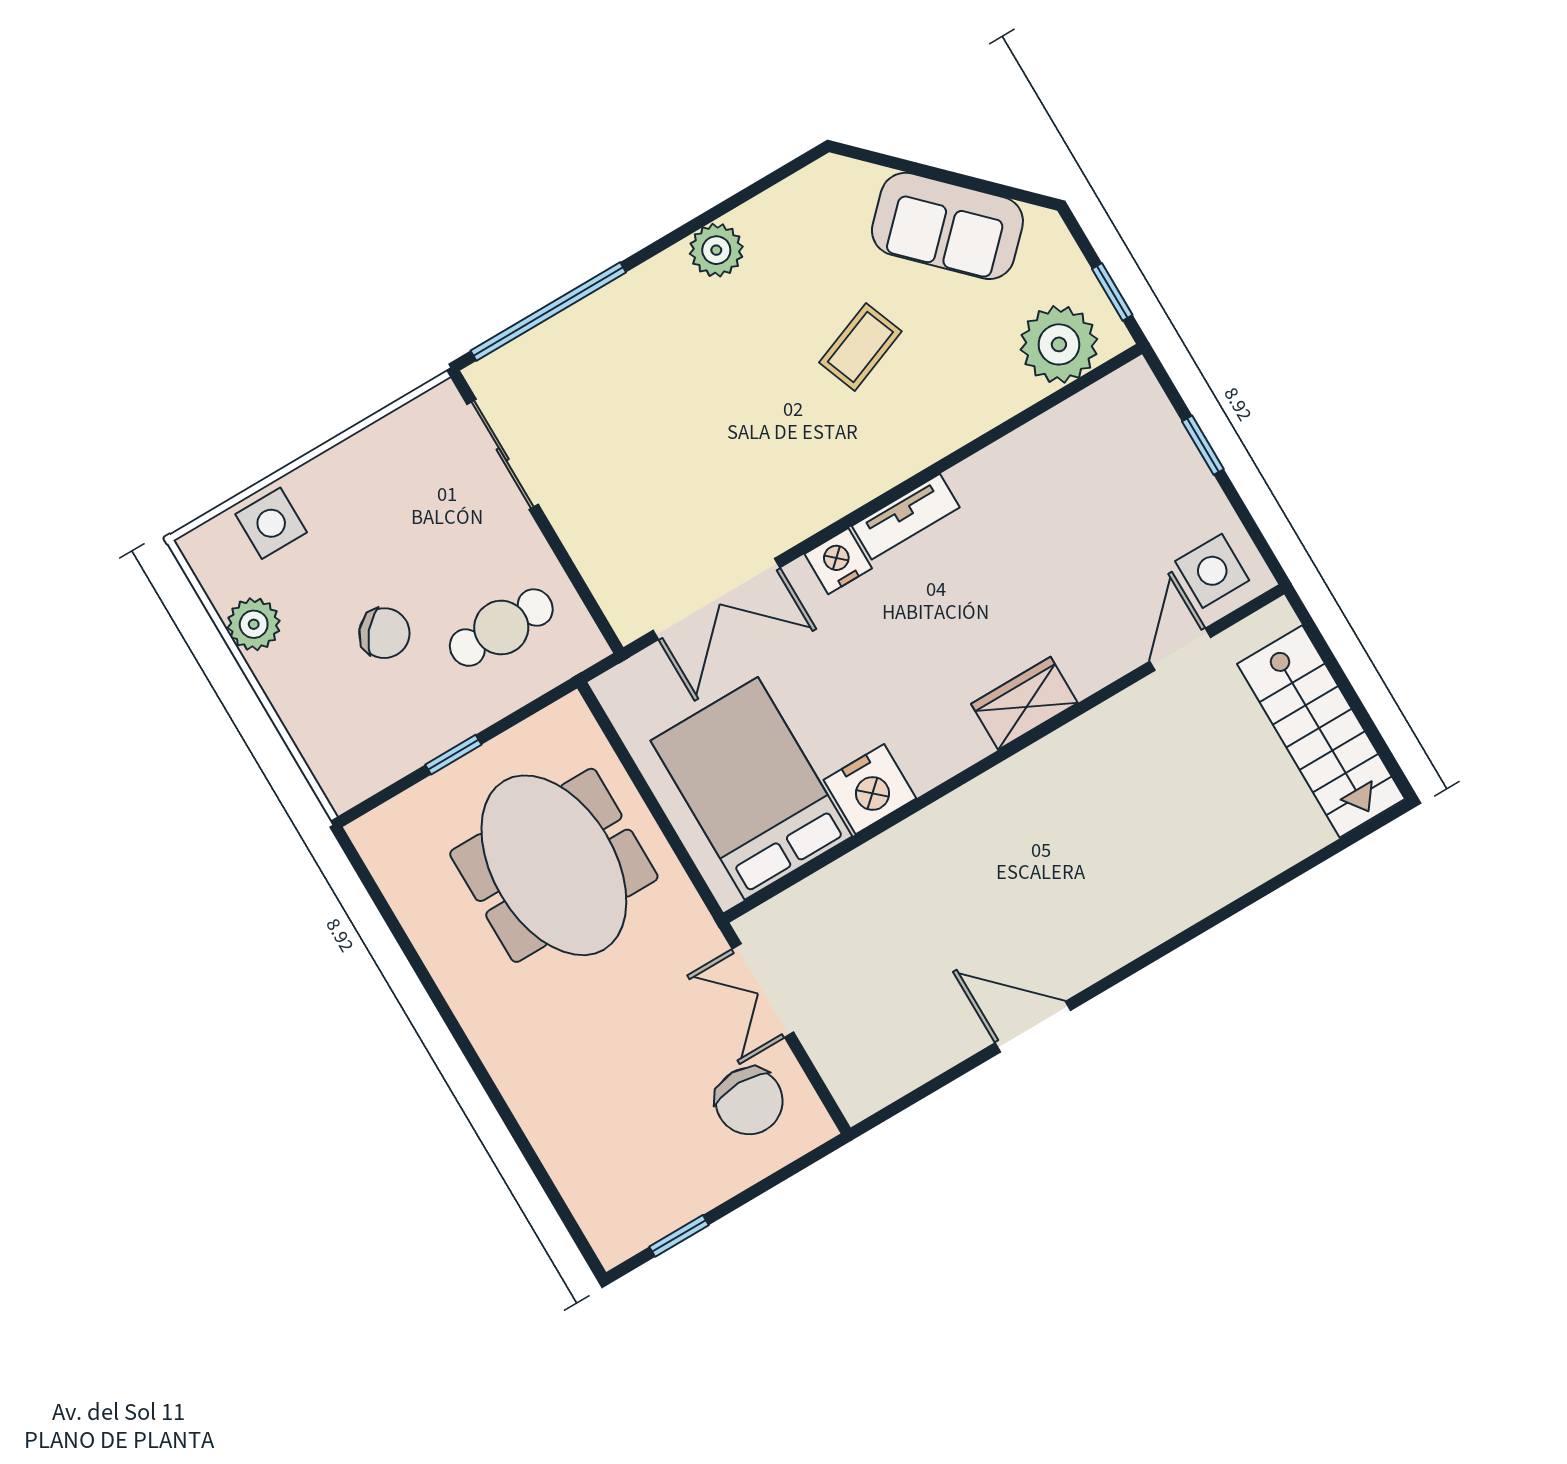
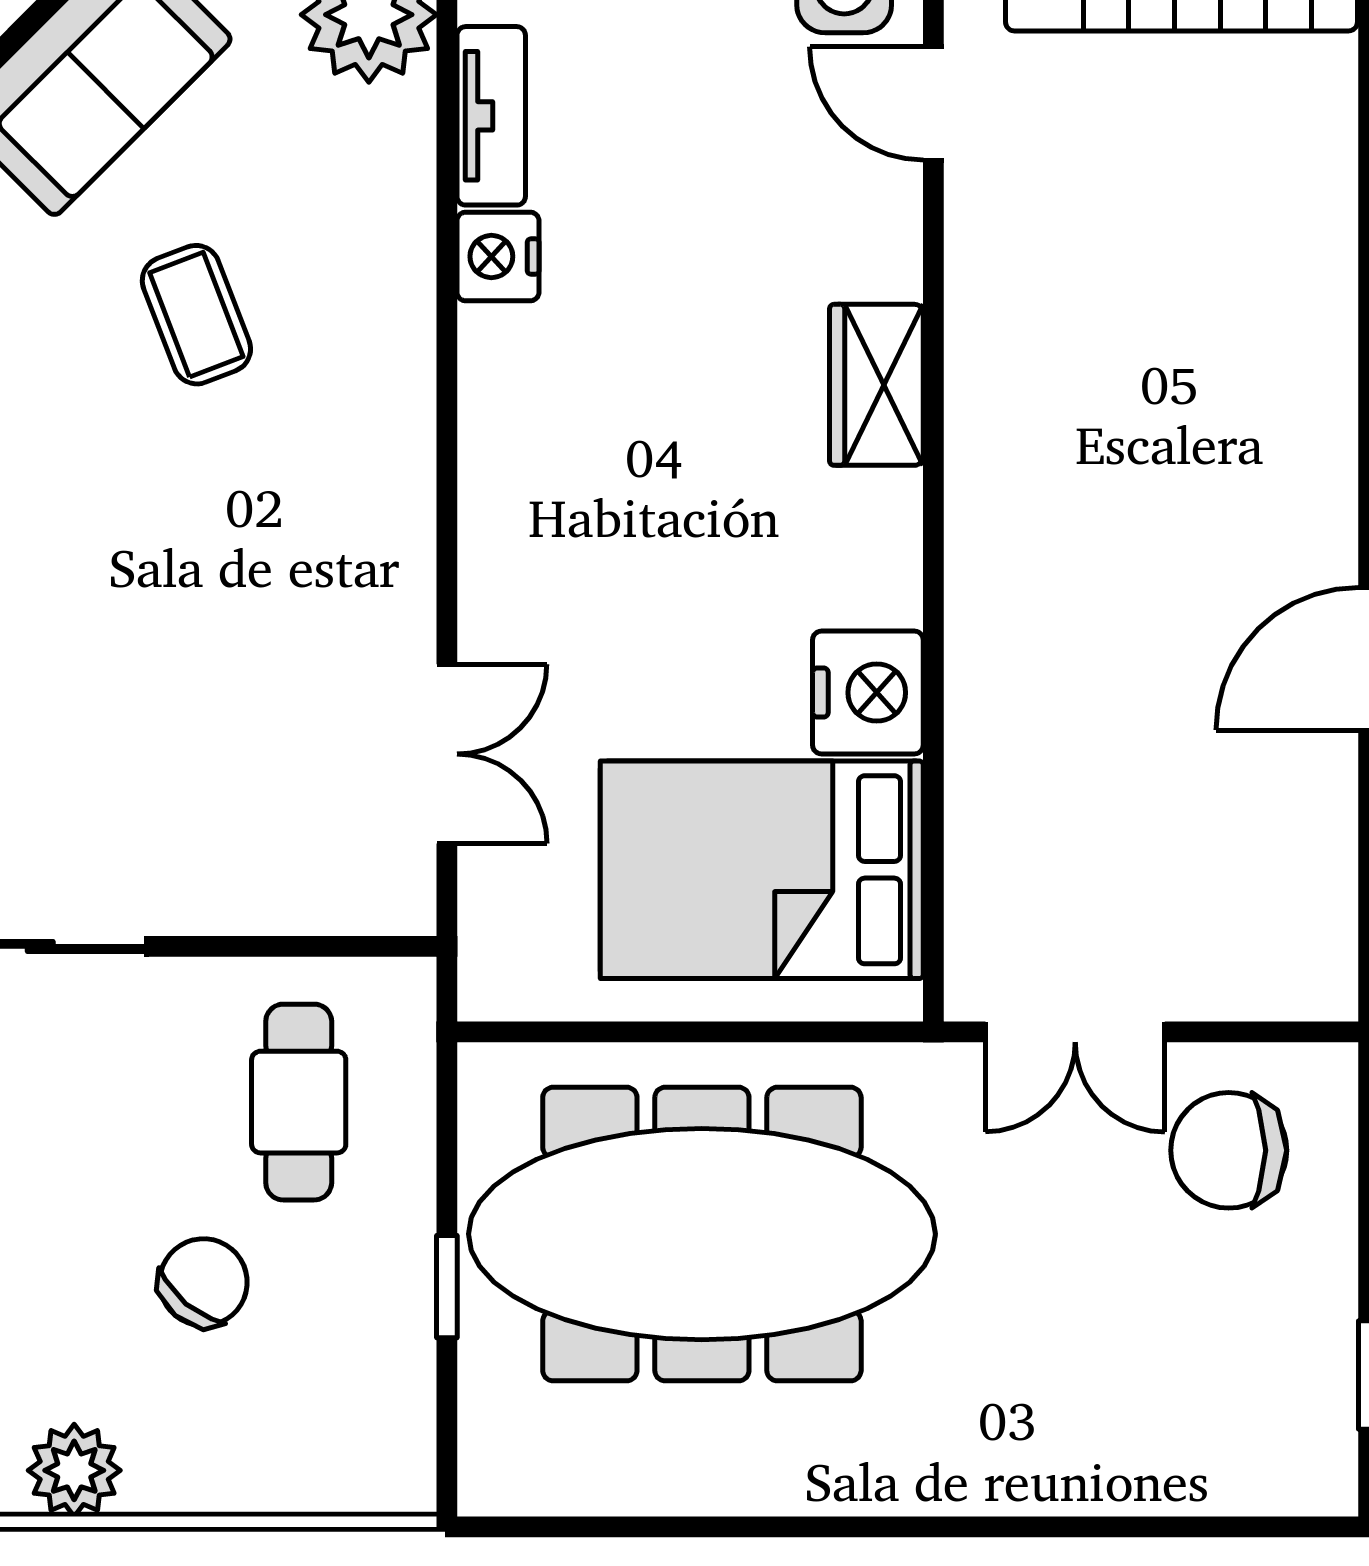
tv unit: (906, 517) -> (491, 116), moved
nightstand: (838, 561) -> (498, 256), moved
double door: (717, 599) -> (447, 754), width x0.73
meeting table: (554, 865) -> (702, 1234), width x1.36
chair: (749, 1101) -> (1229, 1150), turned 180

